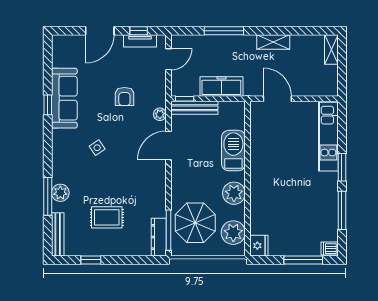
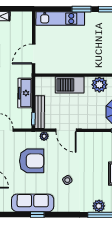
armchair: (124, 96) -> (32, 161), width x1.88, depth x1.88

